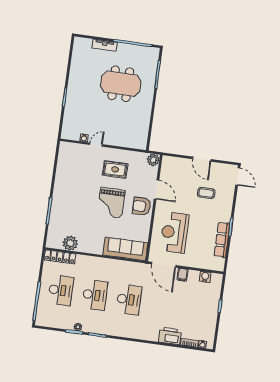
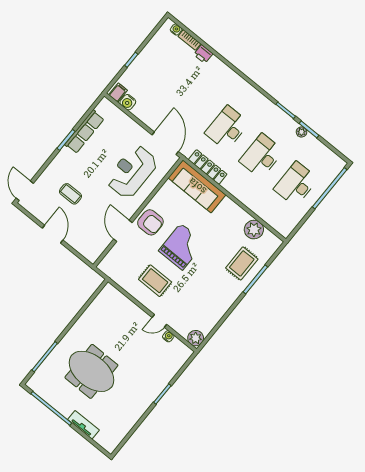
plant: (153, 160) -> (196, 338), moved
rug: (65, 216) -> (242, 263), added
reception desk: (174, 232) -> (132, 172), turned 180
locker: (60, 257) -> (208, 167), moved
filing cabinet: (183, 275) -> (118, 93), moved
printer: (170, 336) -> (203, 54), width x0.53, depth x0.68

